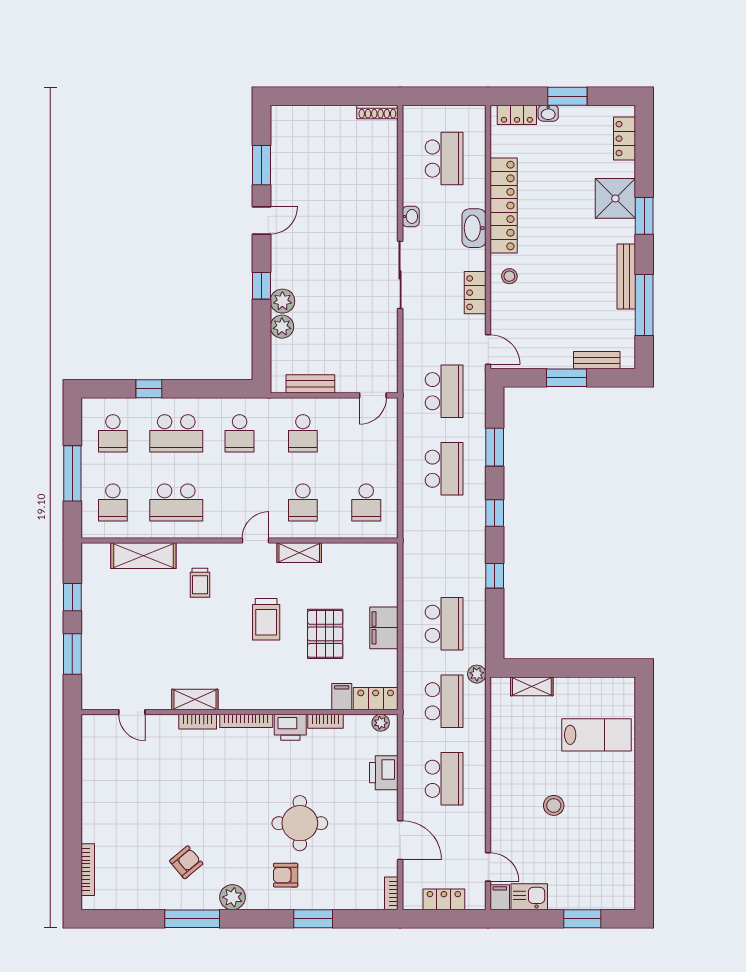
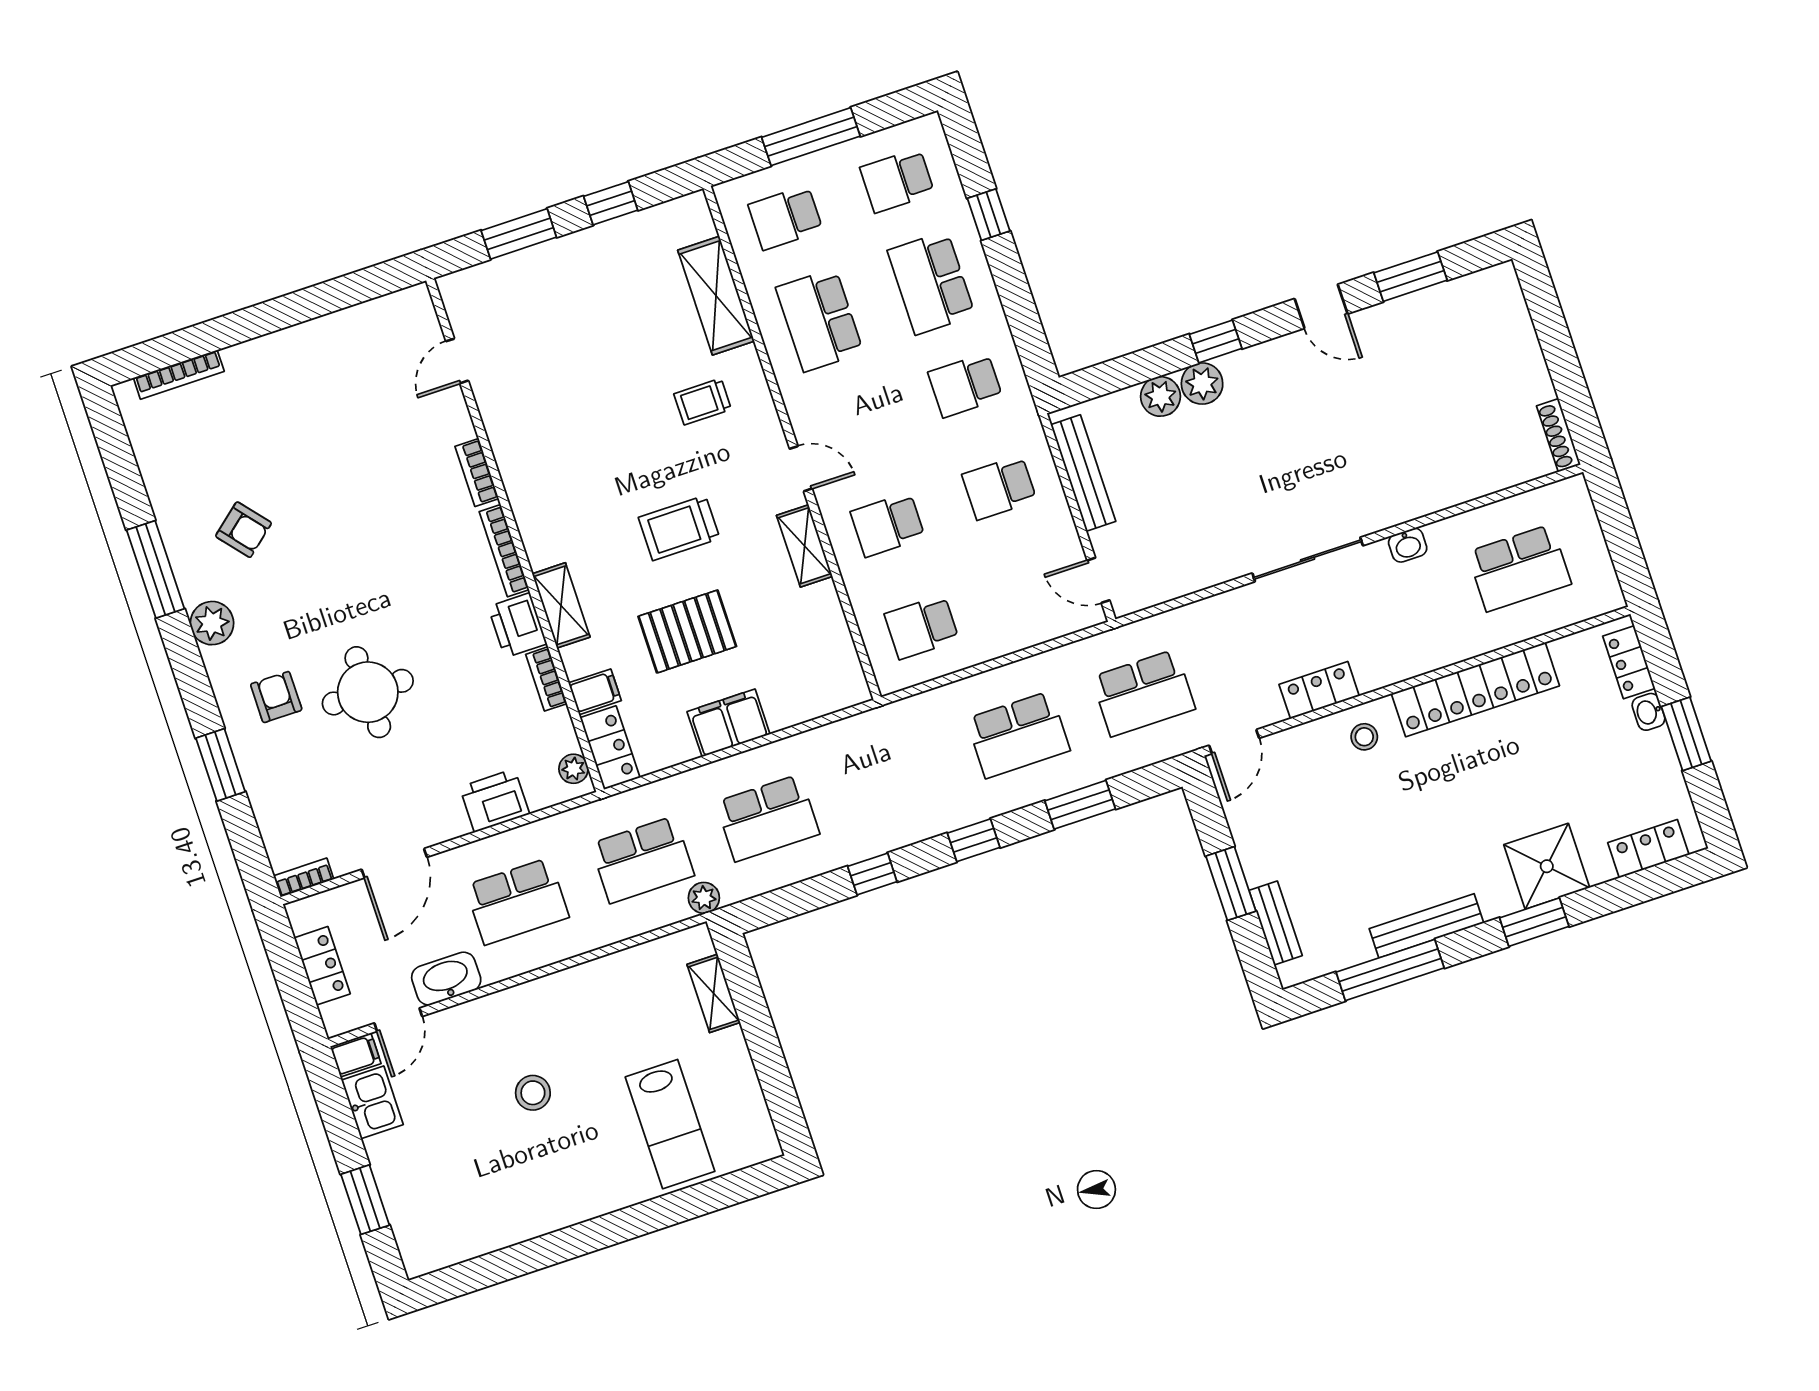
washbasin: (474, 228) -> (446, 979), moved
bench: (310, 384) -> (1083, 473), width x1.36
shelving: (195, 699) -> (561, 605), moved

